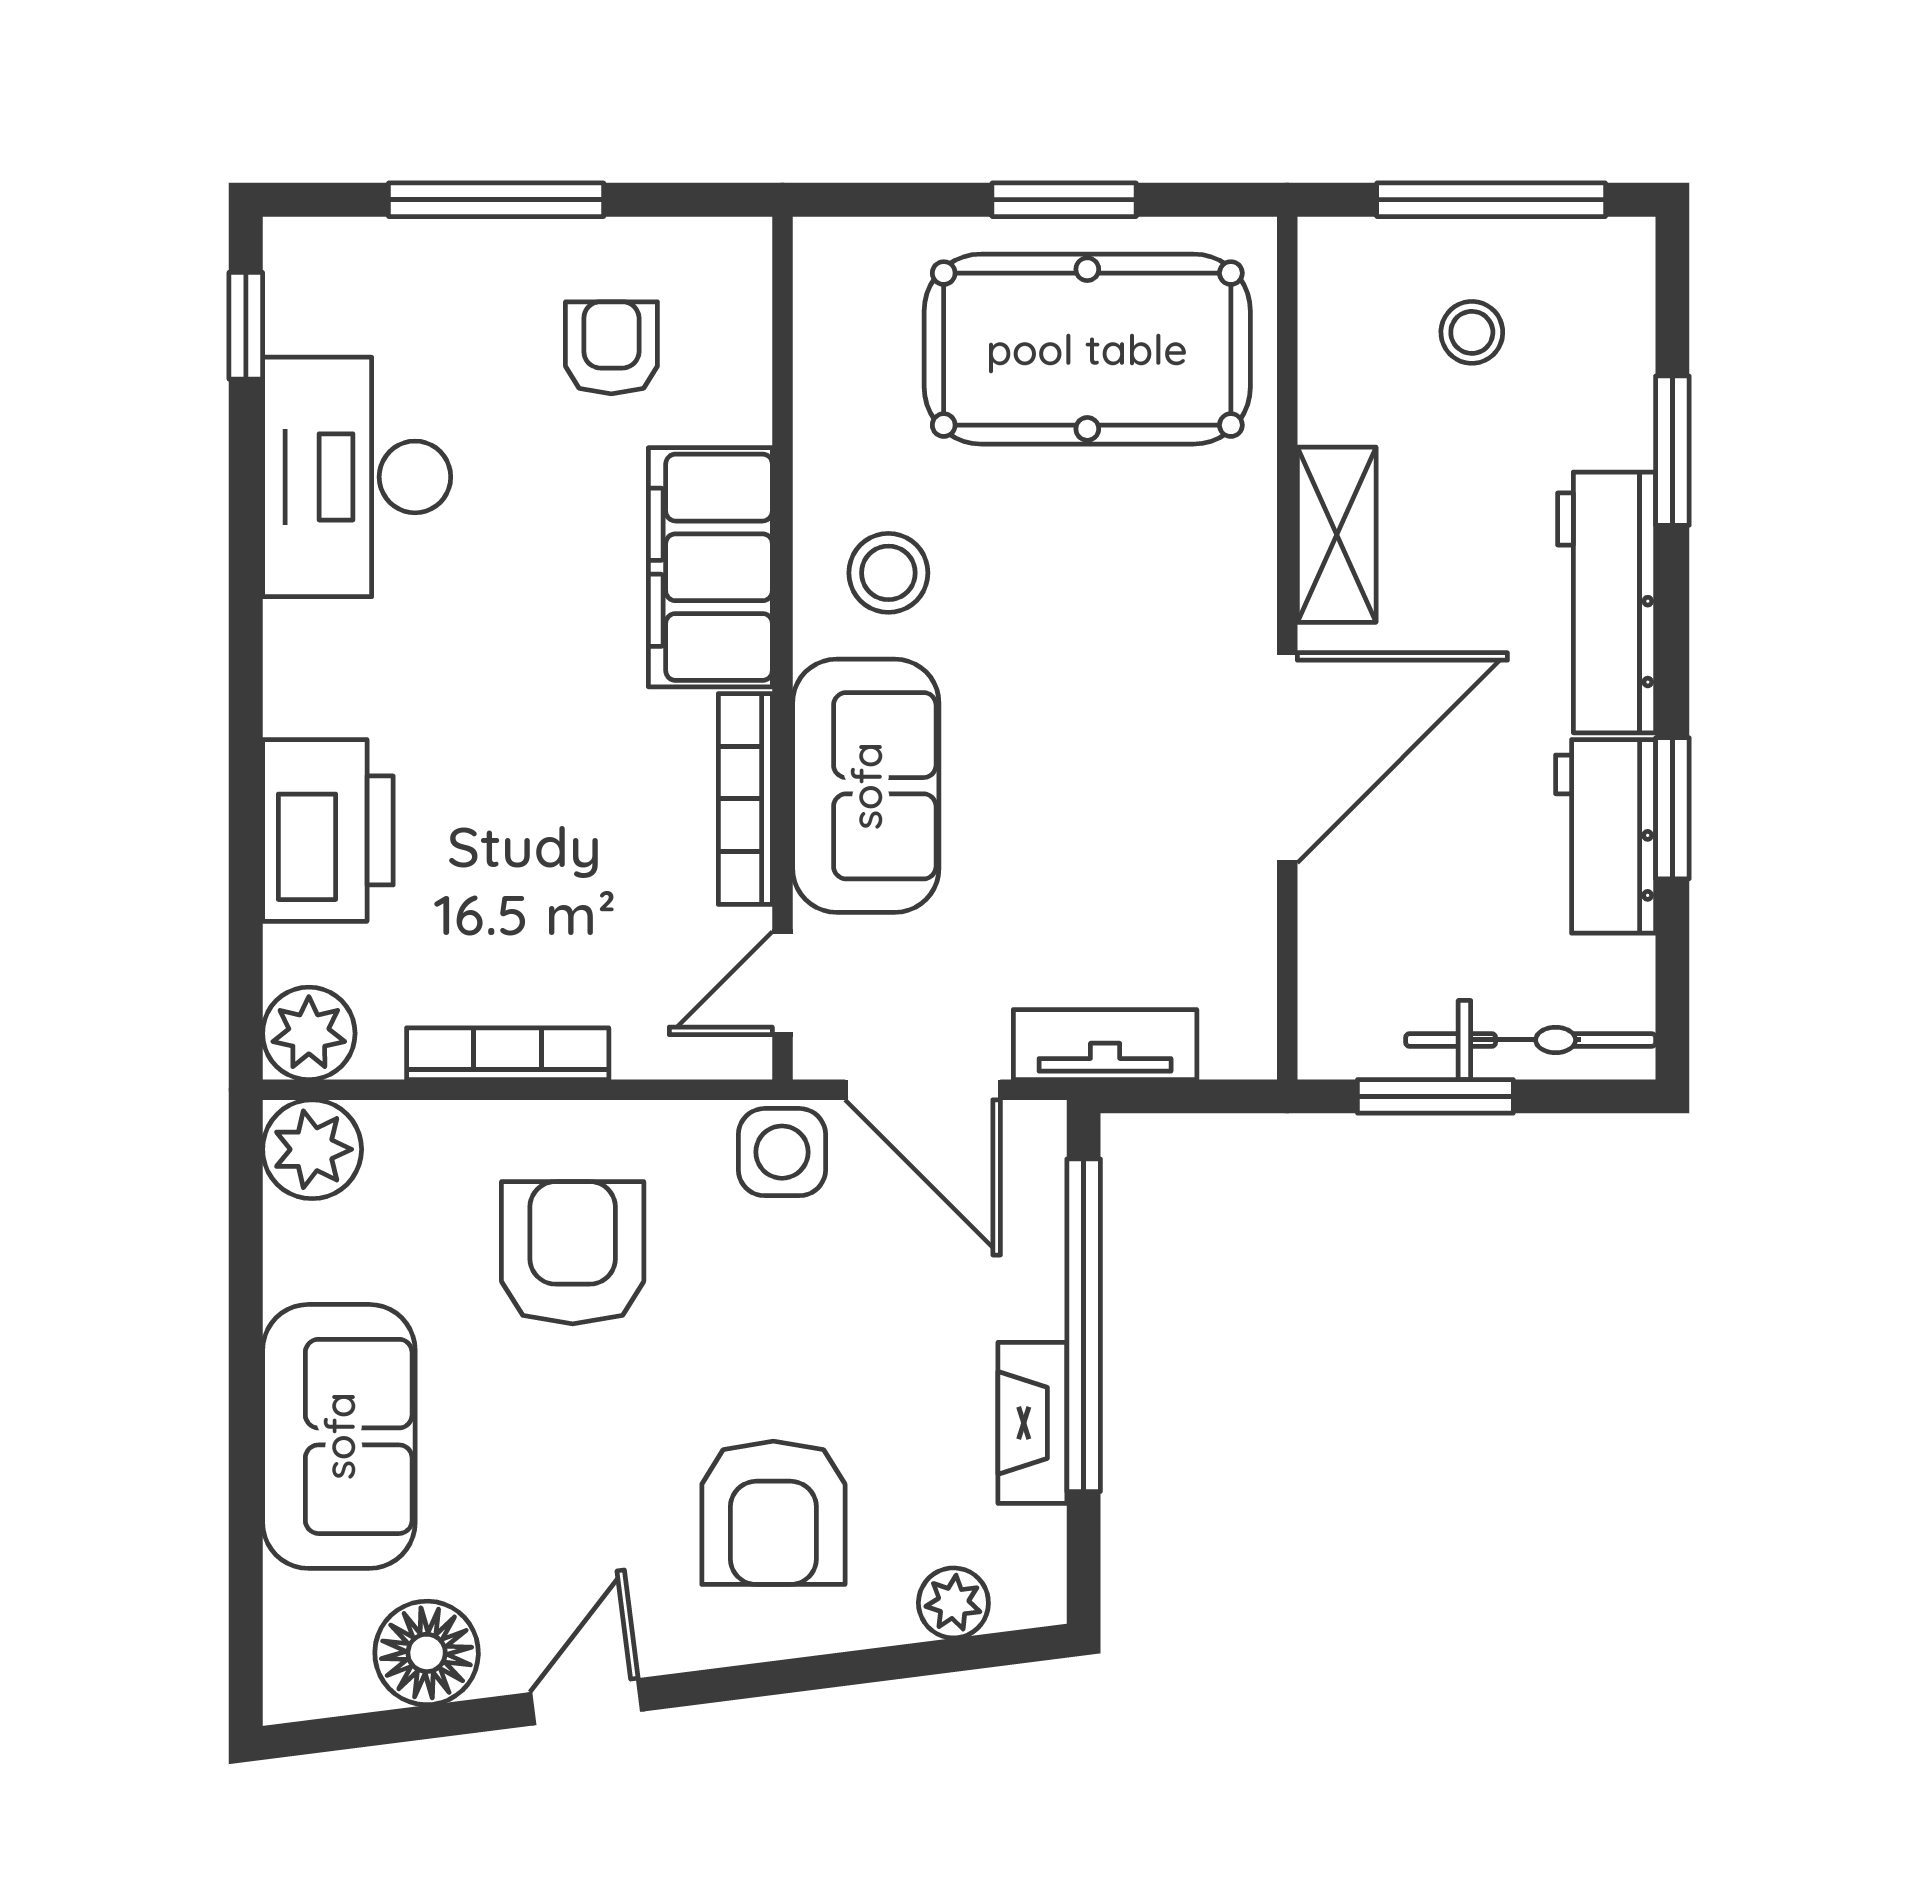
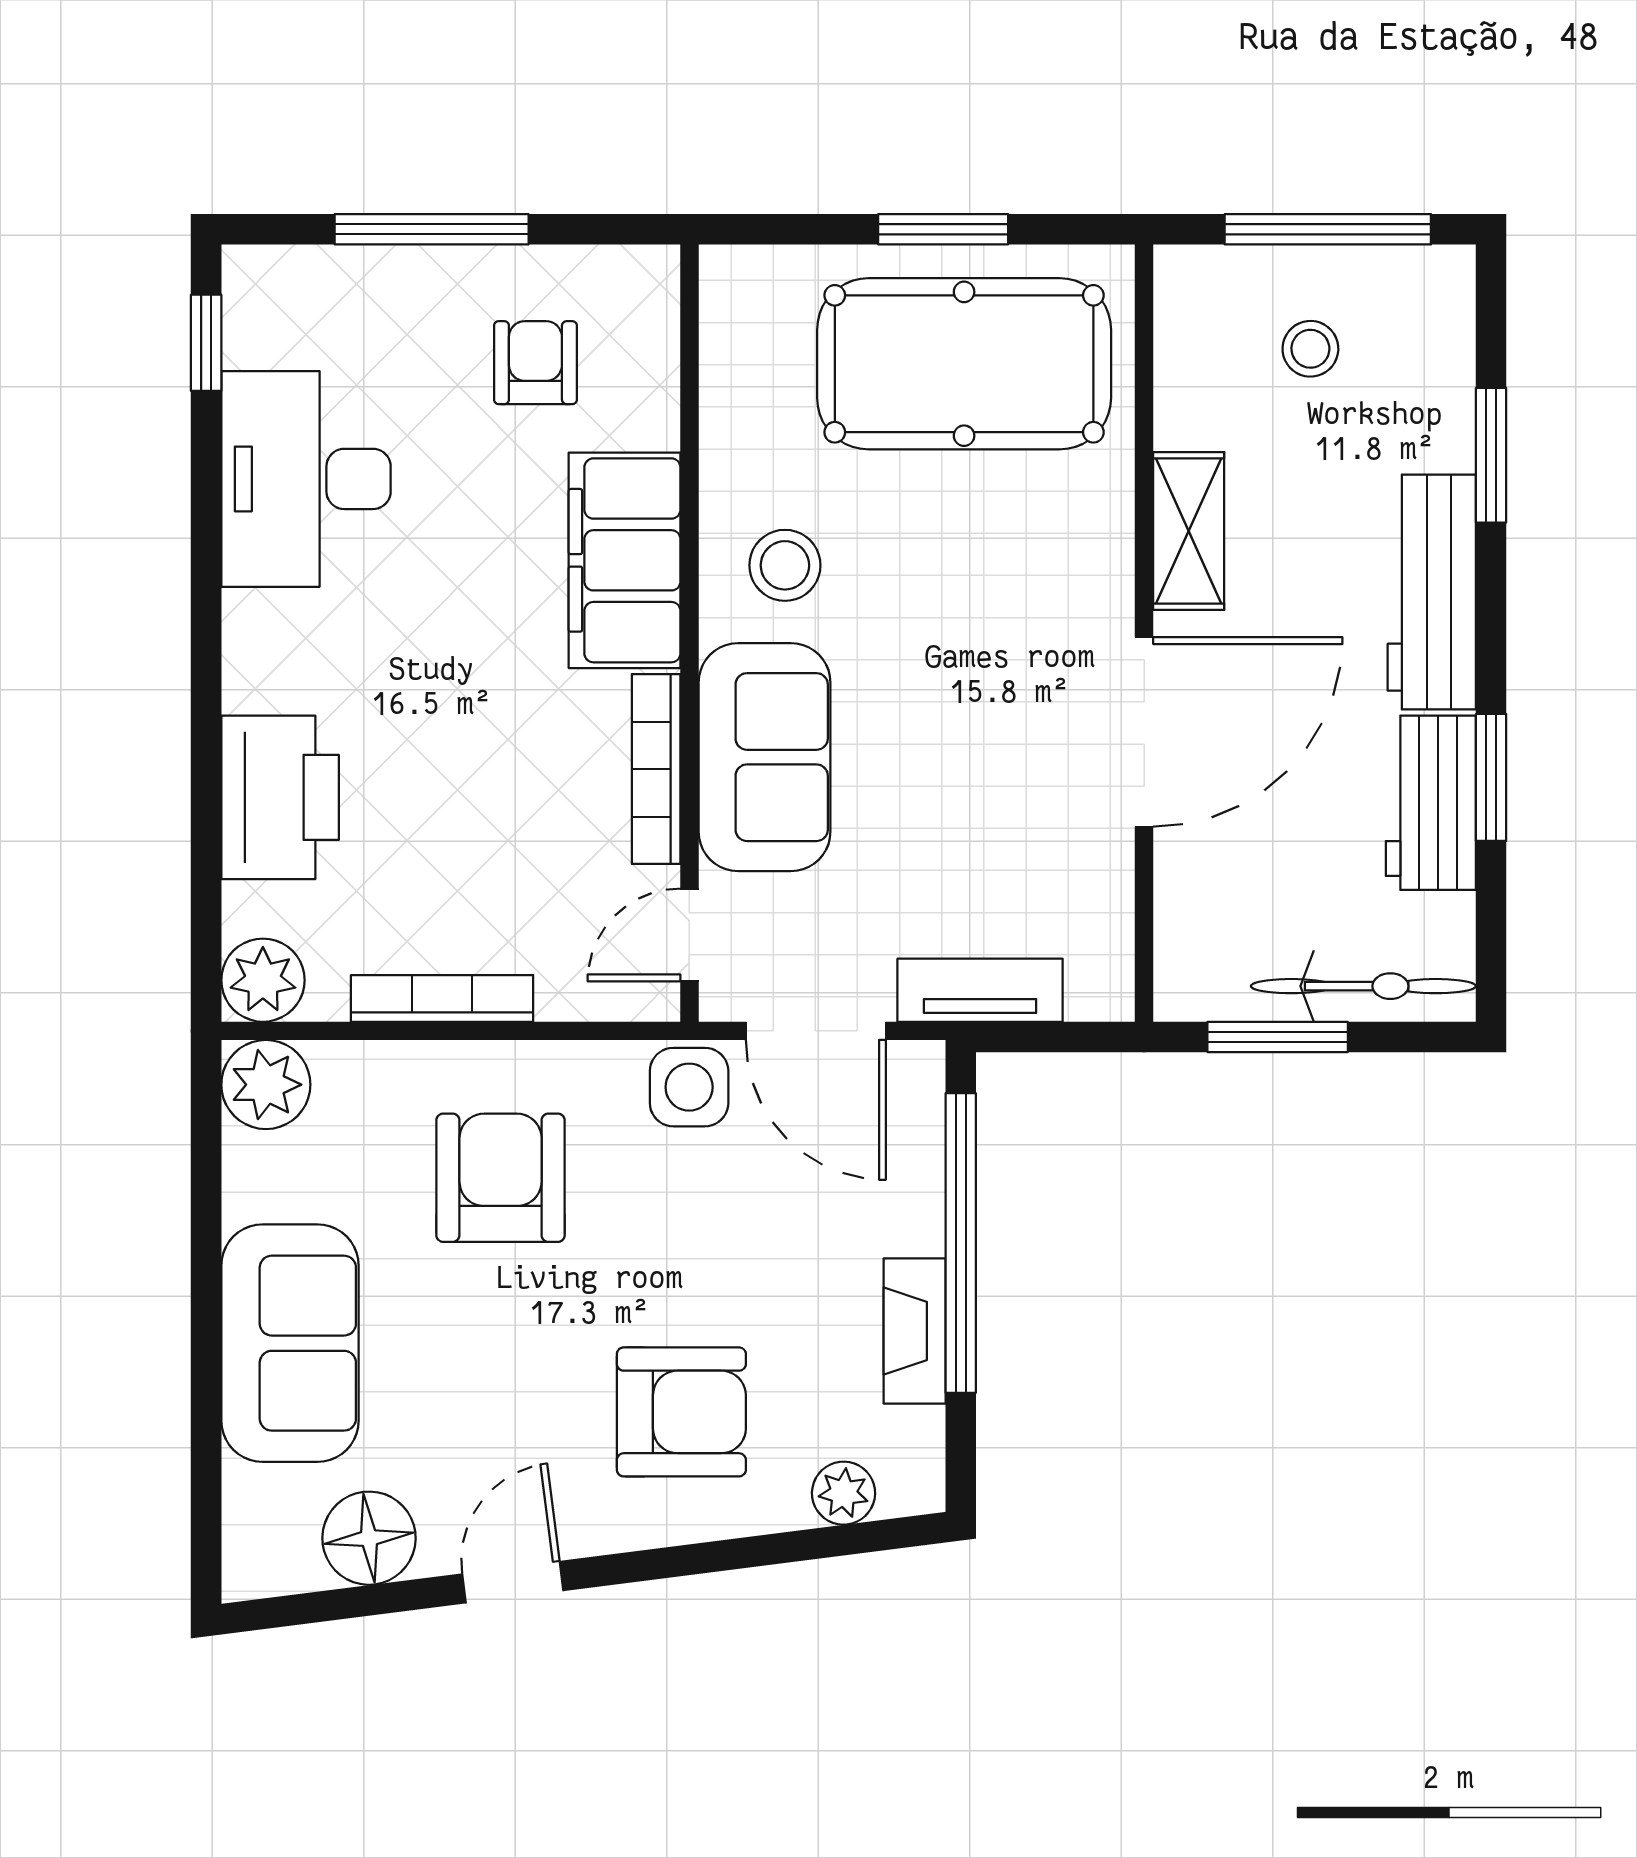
armchair: (773, 1513) -> (681, 1412), turned -90

